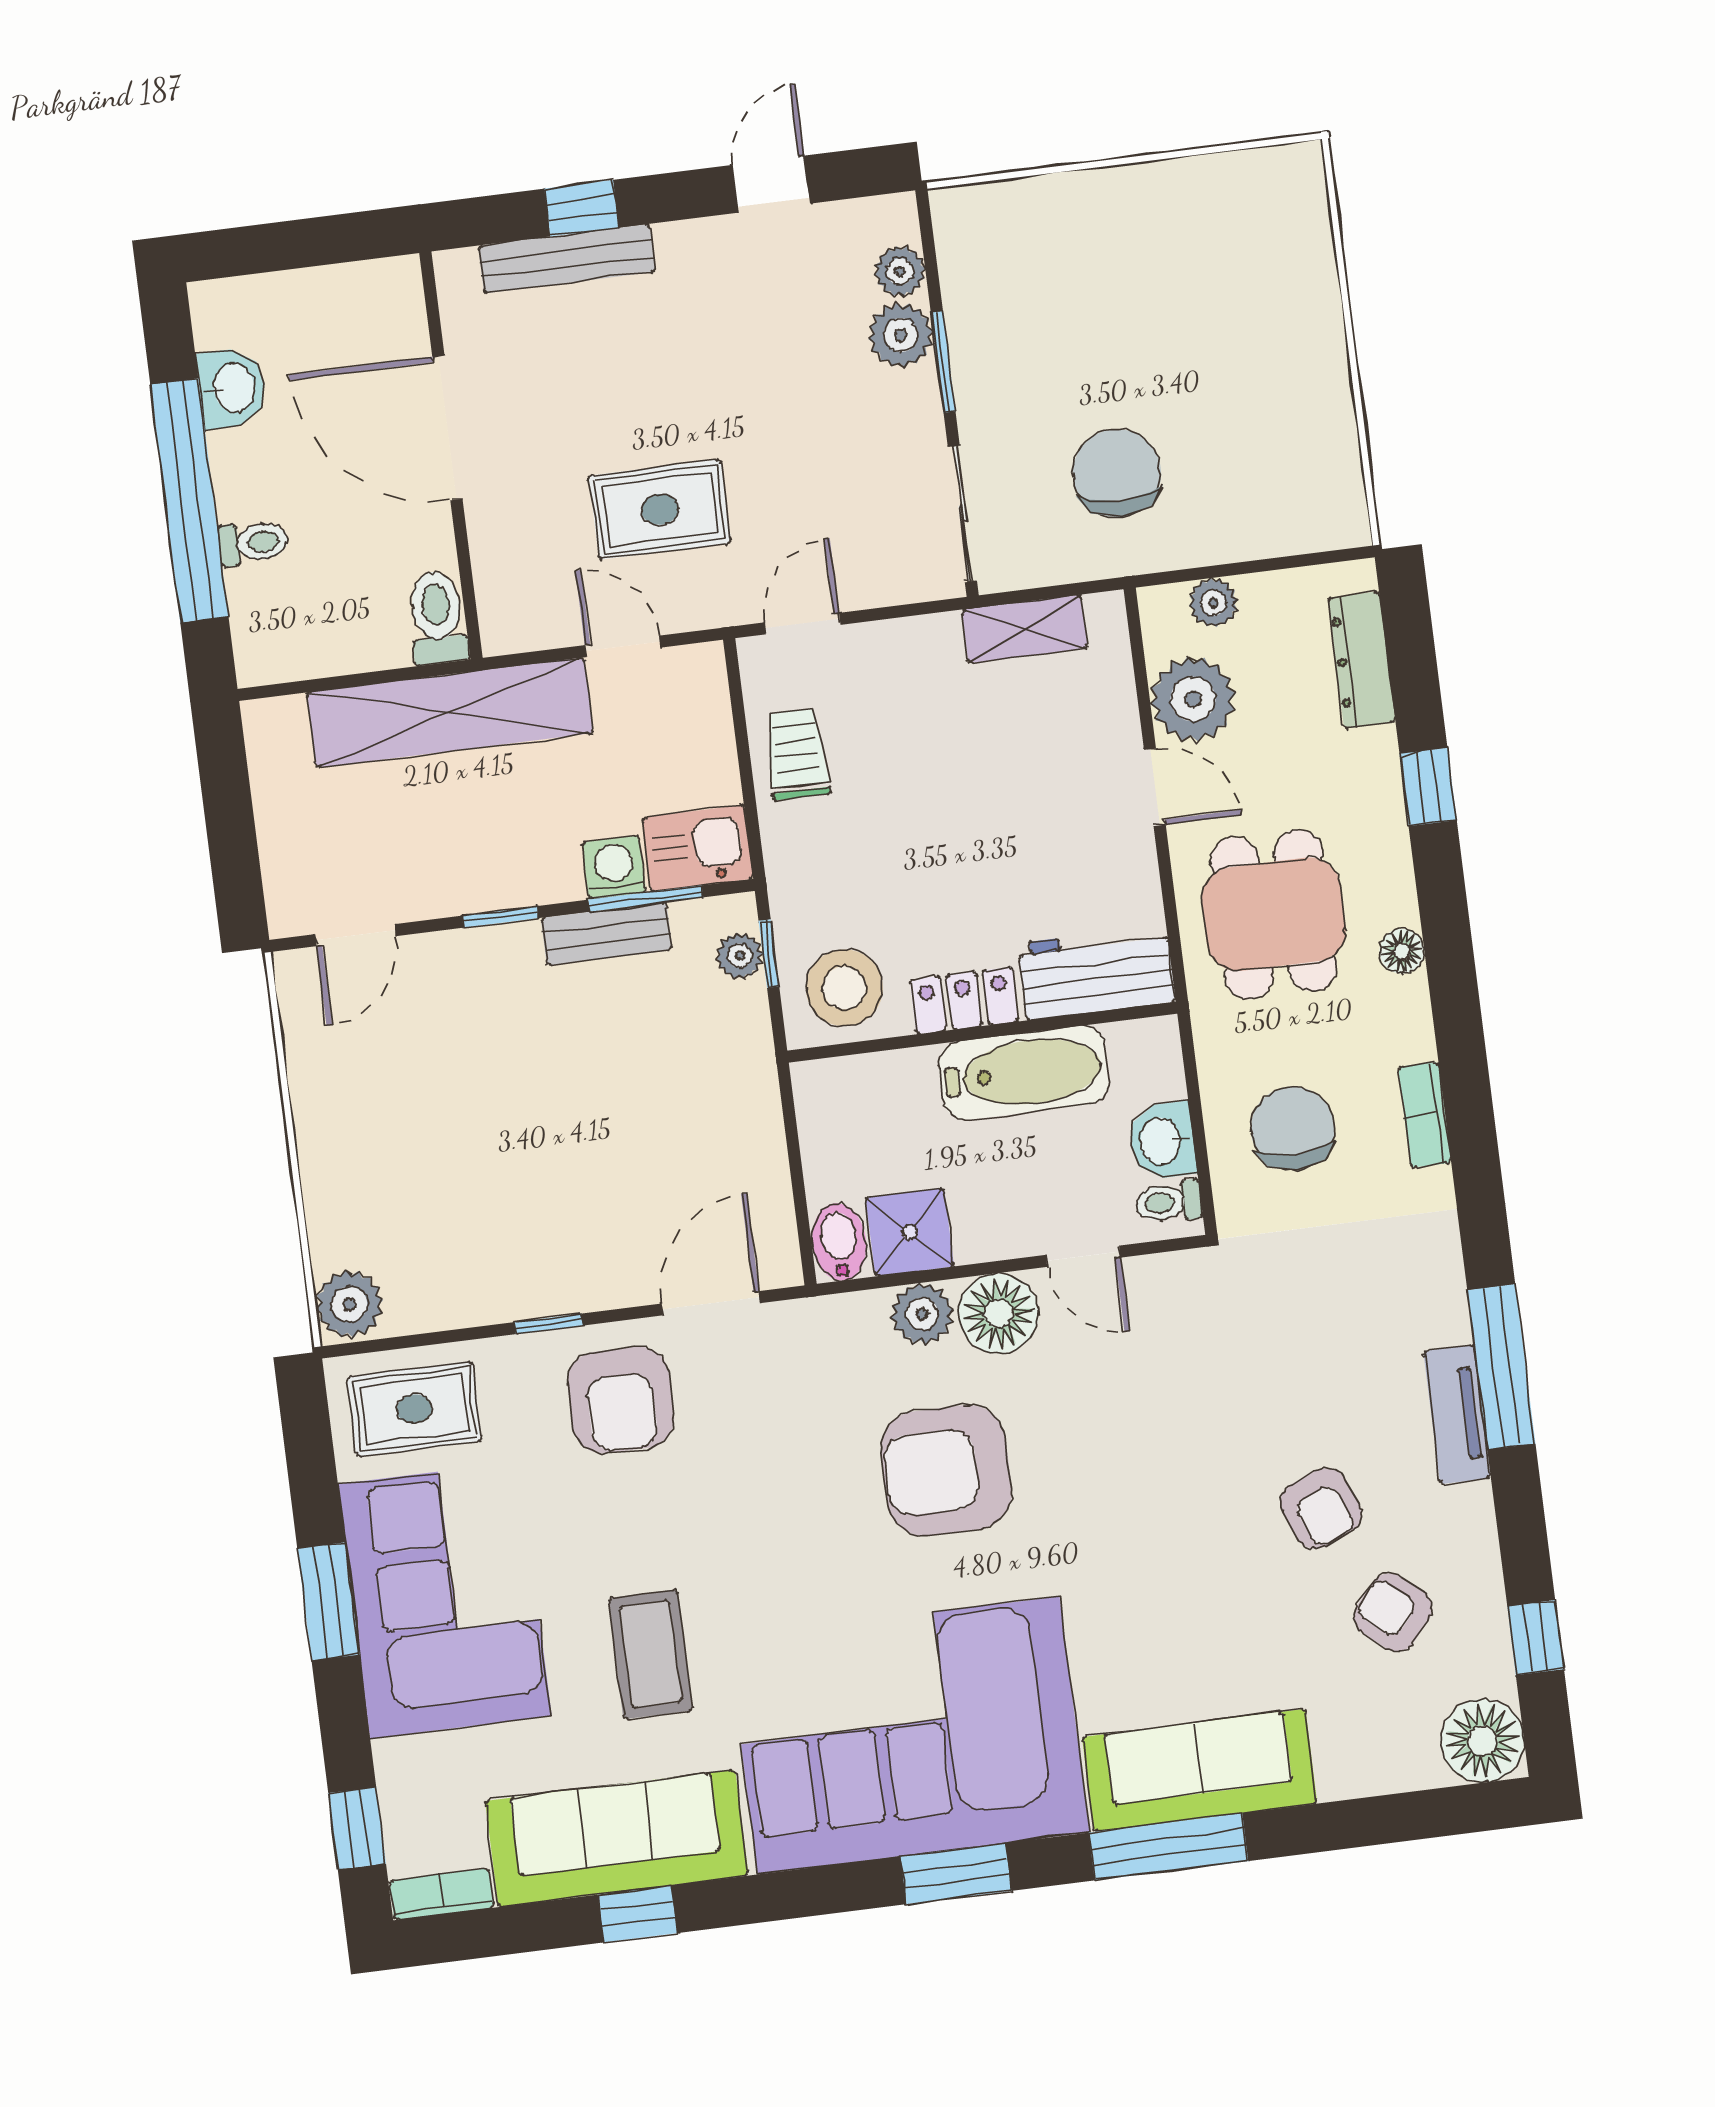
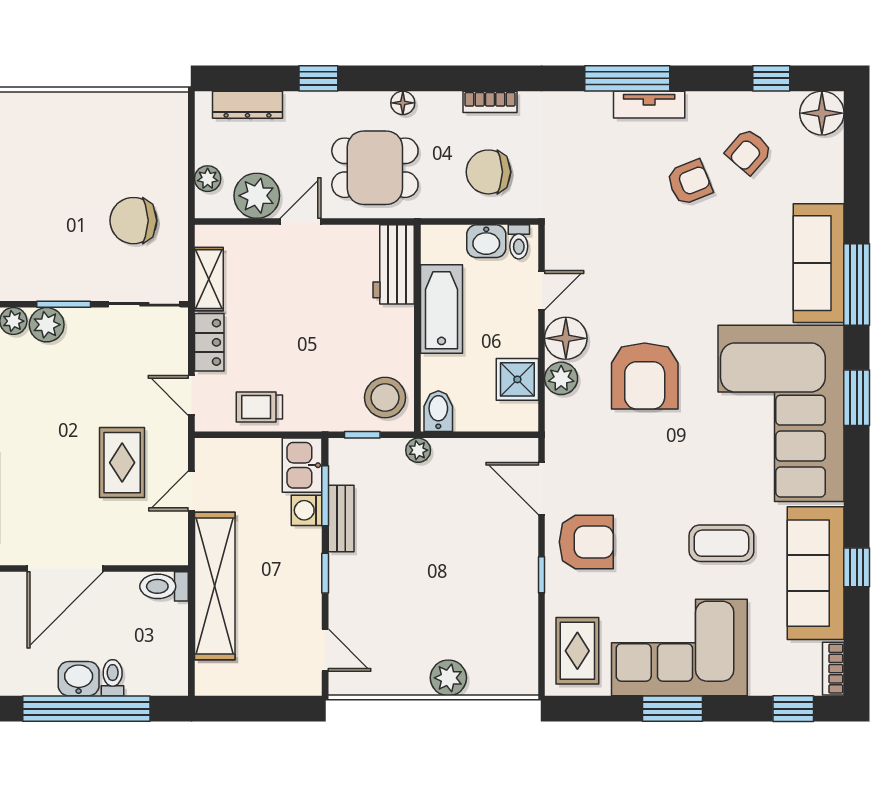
washbasin: (232, 388) -> (79, 679), moved
plant: (740, 956) -> (418, 450), moved
locker: (964, 1001) -> (209, 342), moved, turned 180
bidet: (839, 1242) -> (438, 411), moved, turned 90
plant: (349, 1304) -> (448, 678), moved

